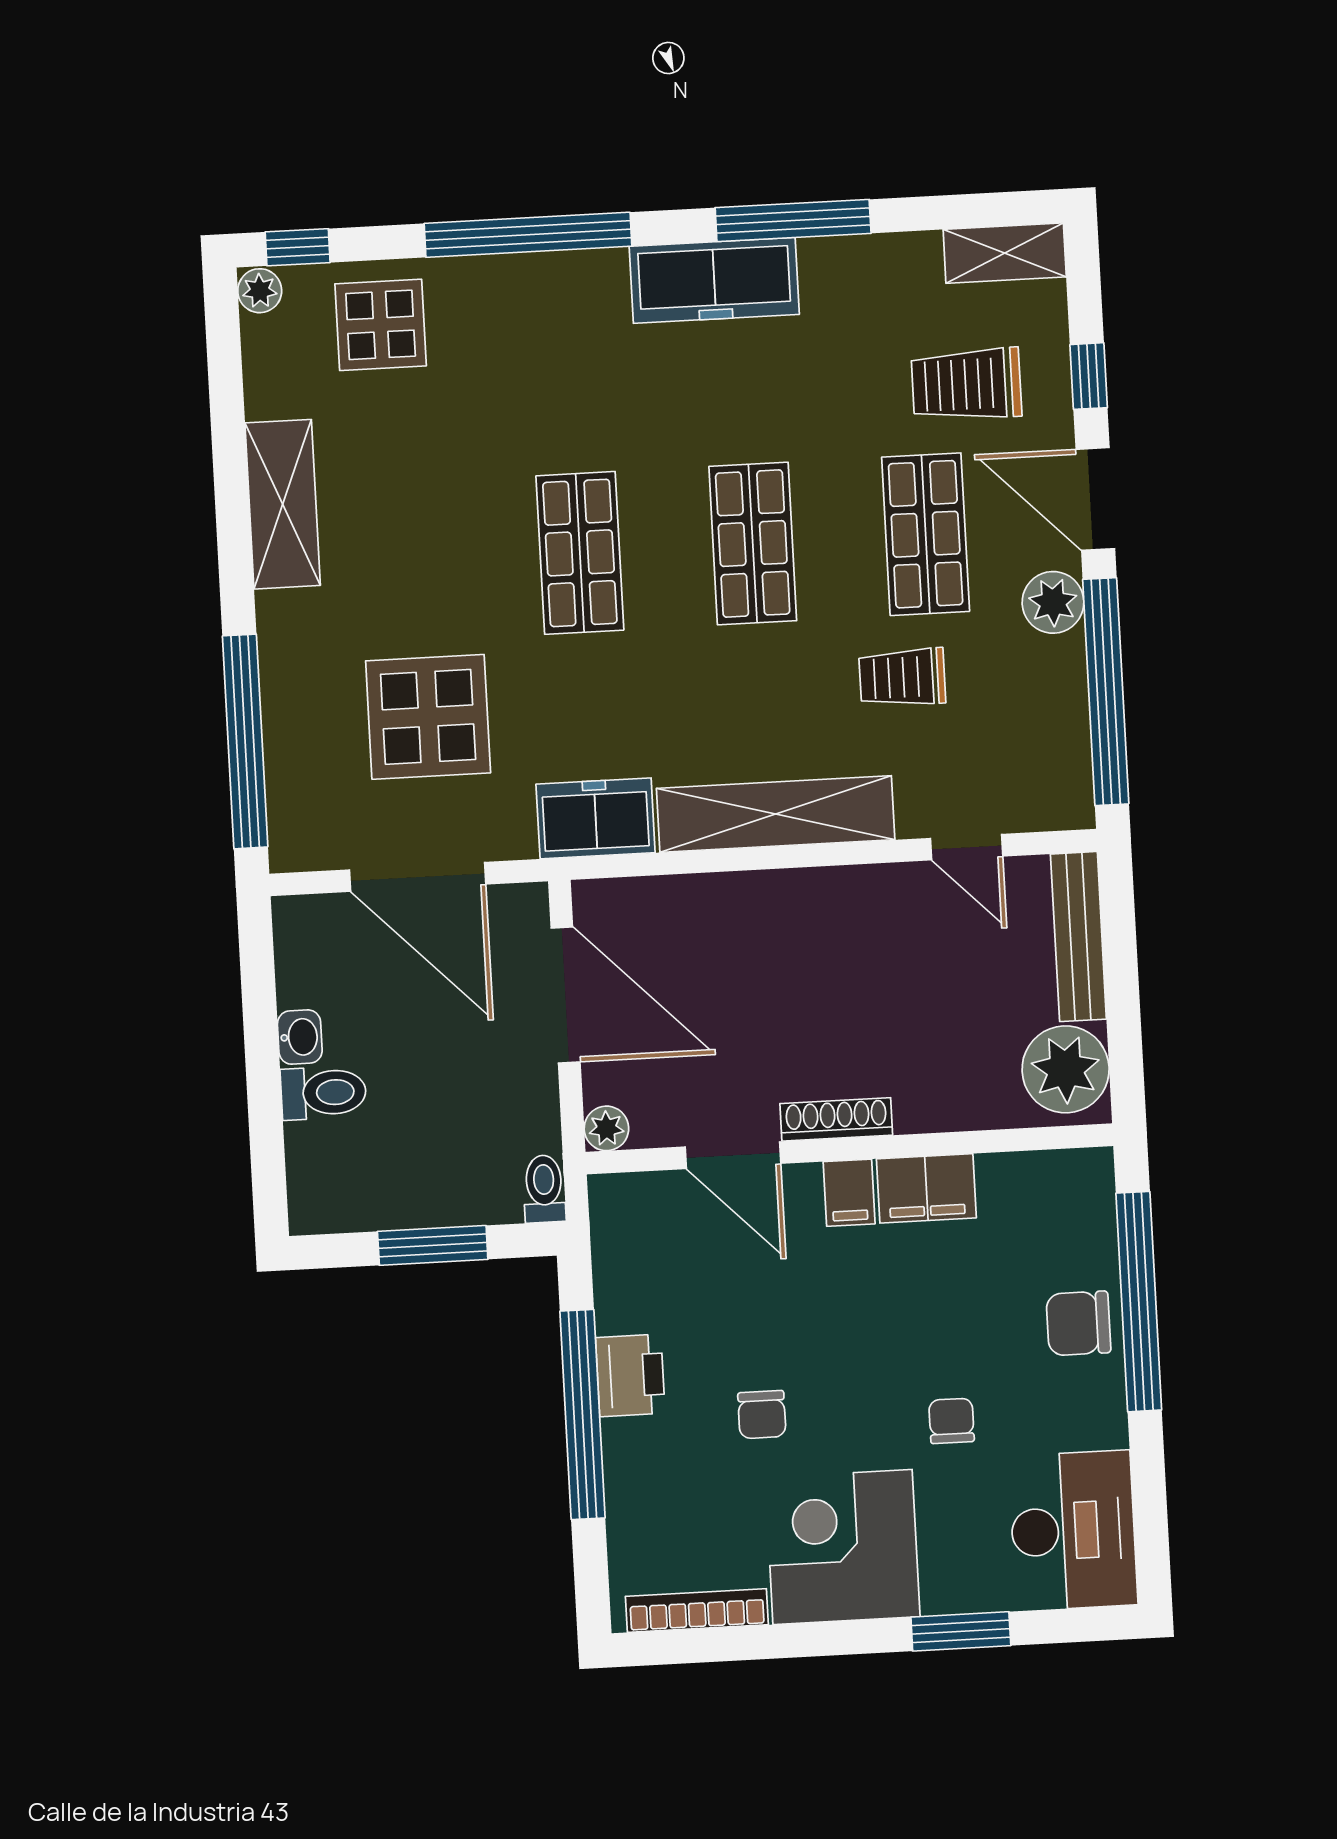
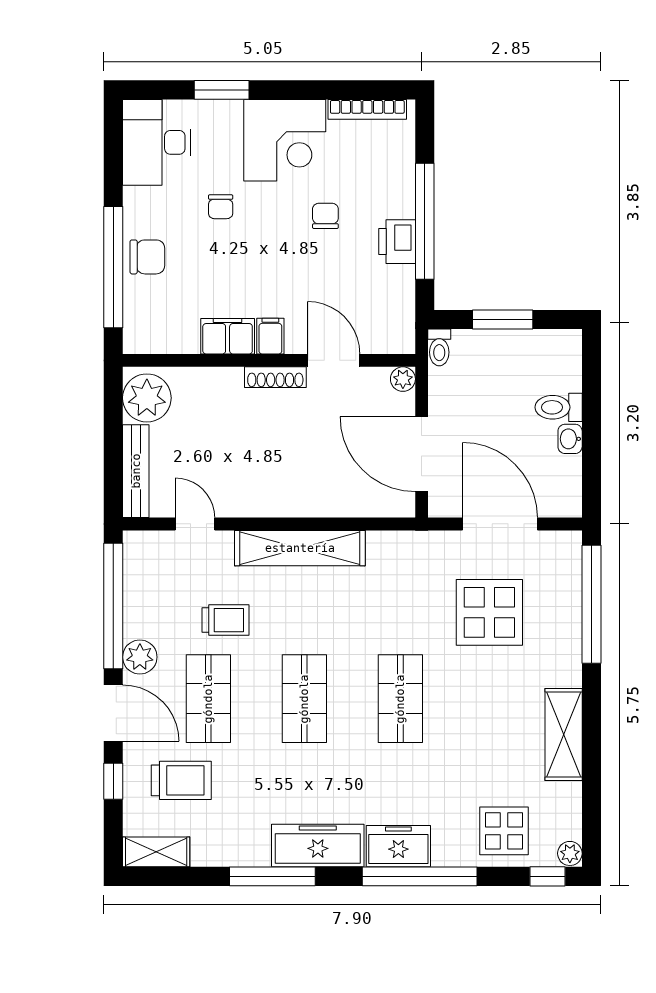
freezer: (596, 818) -> (398, 846), moved, turned 180

